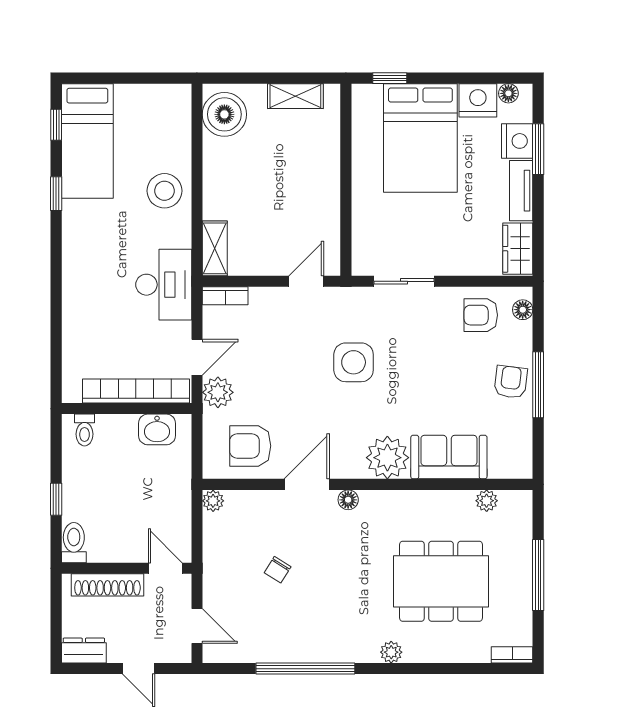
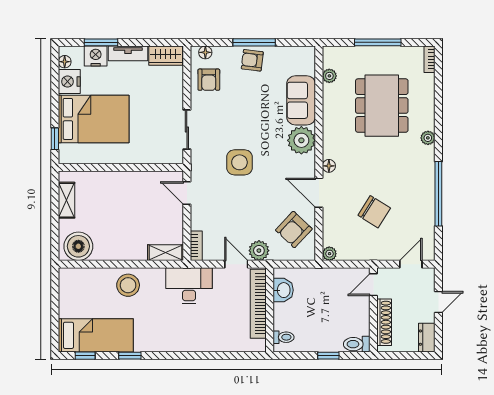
armchair: (250, 446) -> (294, 230), turned 43
chair: (278, 570) -> (374, 212), width x1.87, depth x1.87

